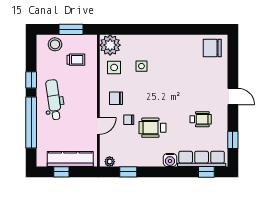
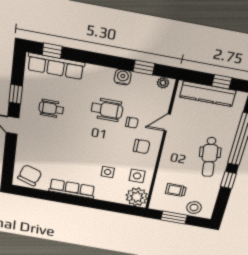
row of seats: (171, 42) -> (72, 189), added
chair: (212, 48) -> (30, 175), turned -71
window: (233, 140) -> (16, 94), moved
water cooler: (170, 160) -> (123, 77), moved

